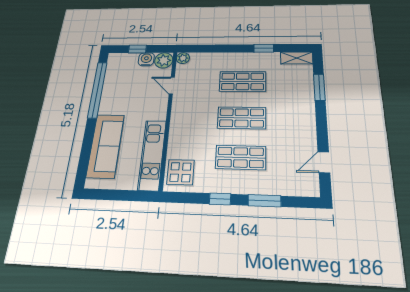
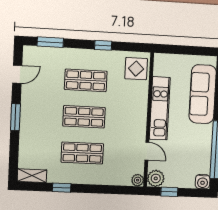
window: (137, 49) -> (169, 192), moved
water cooler: (146, 59) -> (203, 182), moved
window: (319, 87) -> (15, 117), moved
kitchen unit: (152, 155) -> (160, 108), moved
window: (264, 201) -> (50, 42), moved

